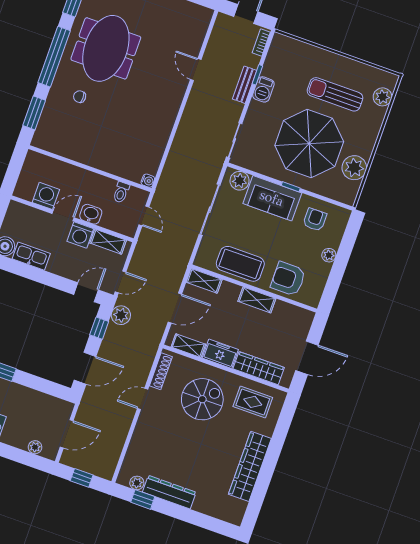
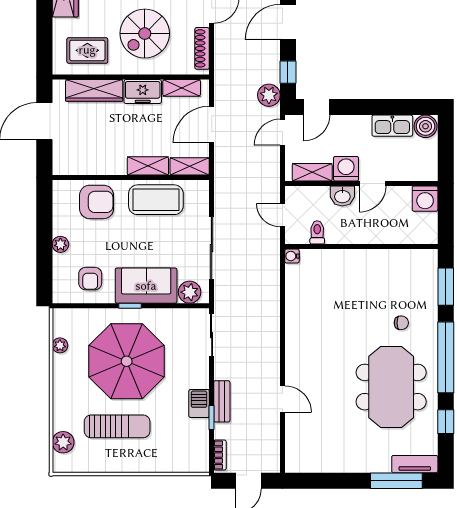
plant: (354, 168) -> (60, 345), width x0.53, depth x0.53
washing machine: (46, 196) -> (425, 199), moved
shelving: (257, 300) -> (148, 166), moved

